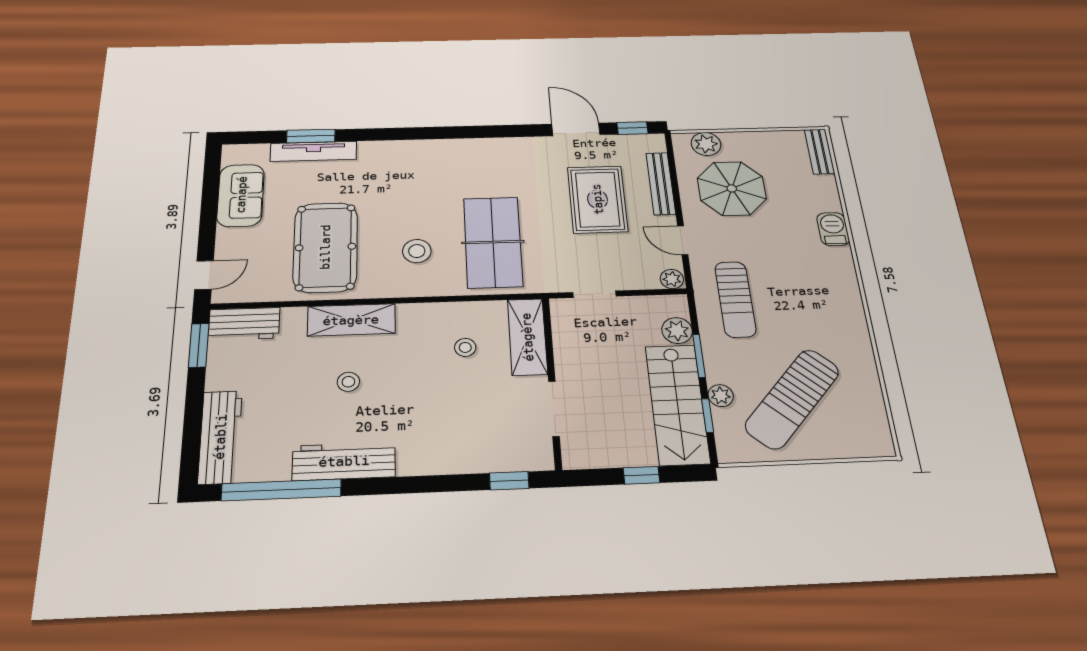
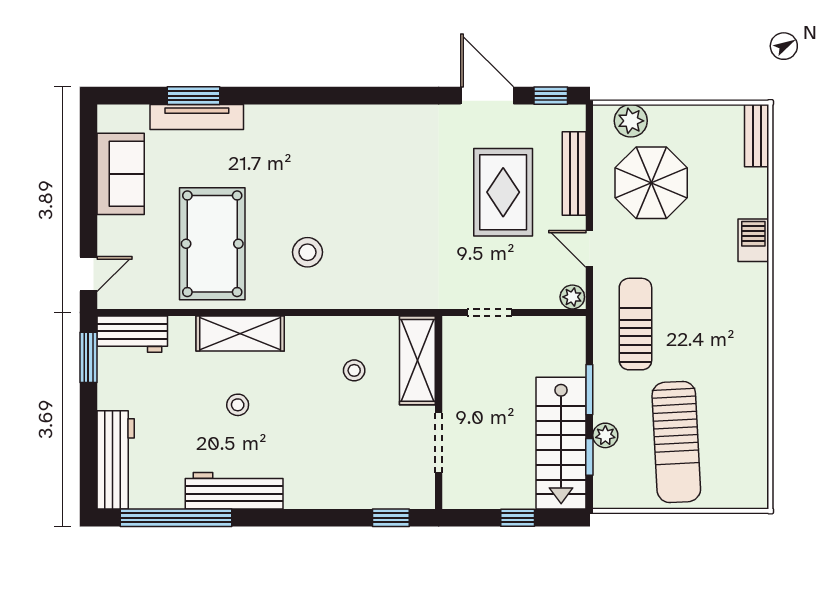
table tennis table: (493, 242) -> (388, 244), removed
sun lounger: (735, 299) -> (635, 324), turned 180
plant: (677, 331) -> (570, 359), removed
sun lounger: (792, 399) -> (676, 442), turned -45

